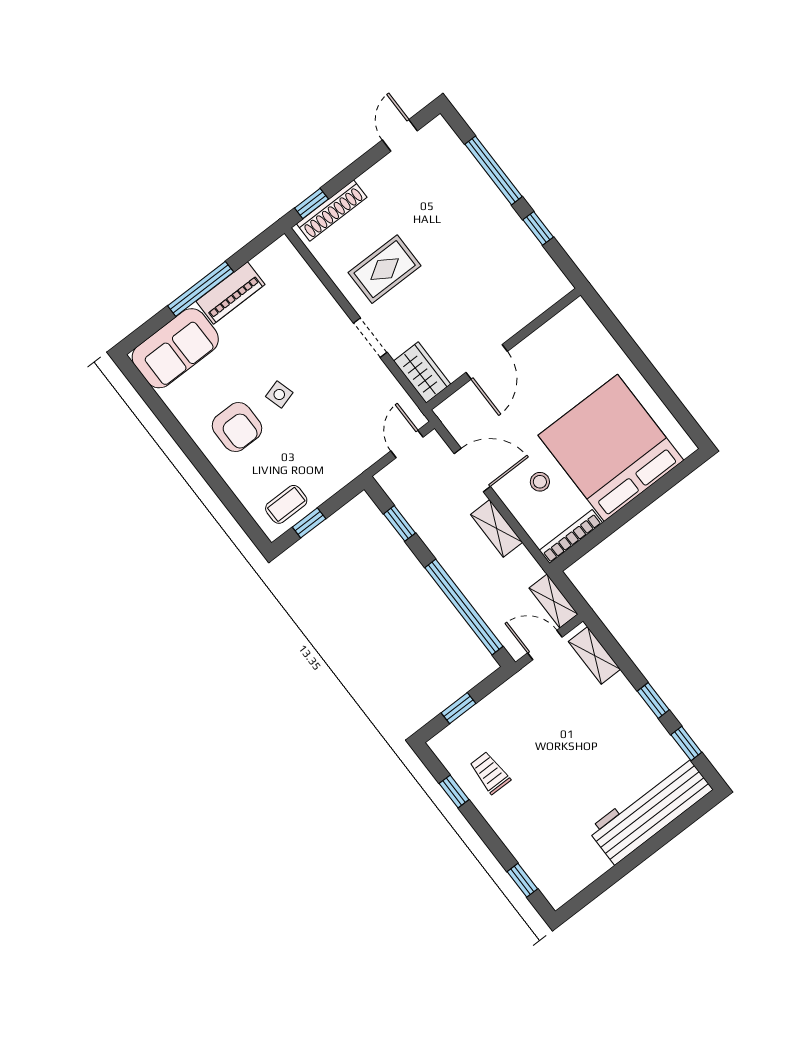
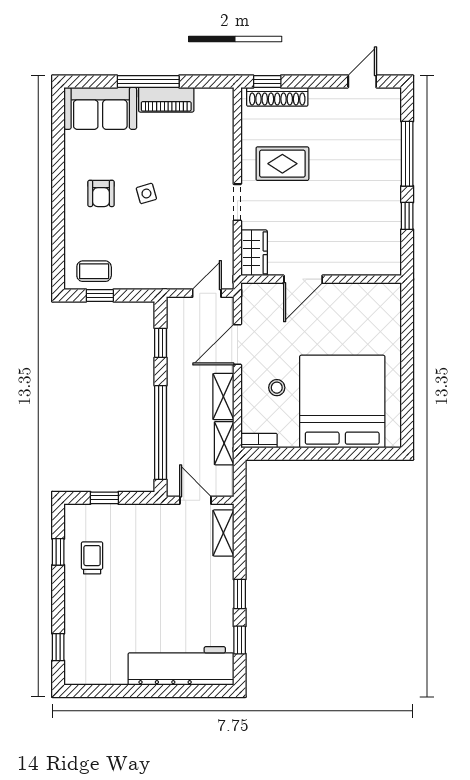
armchair: (237, 427) -> (101, 193), width x0.72, depth x0.72
door: (472, 470) -> (237, 345), swing flipped
bookcase: (571, 536) -> (259, 441), width x0.64
shelving: (554, 601) -> (224, 443), moved

